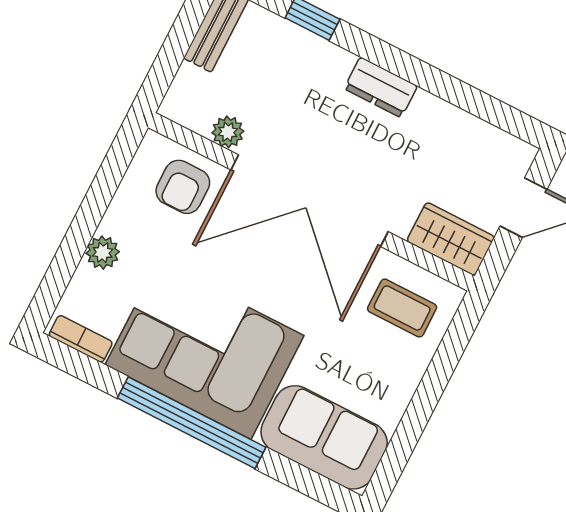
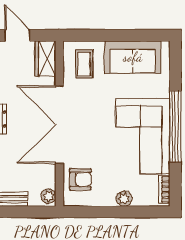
plant: (228, 132) -> (48, 196), moved
double door: (310, 201) -> (59, 125), swing flipped
sofa: (324, 437) -> (133, 57), moved, turned -90

